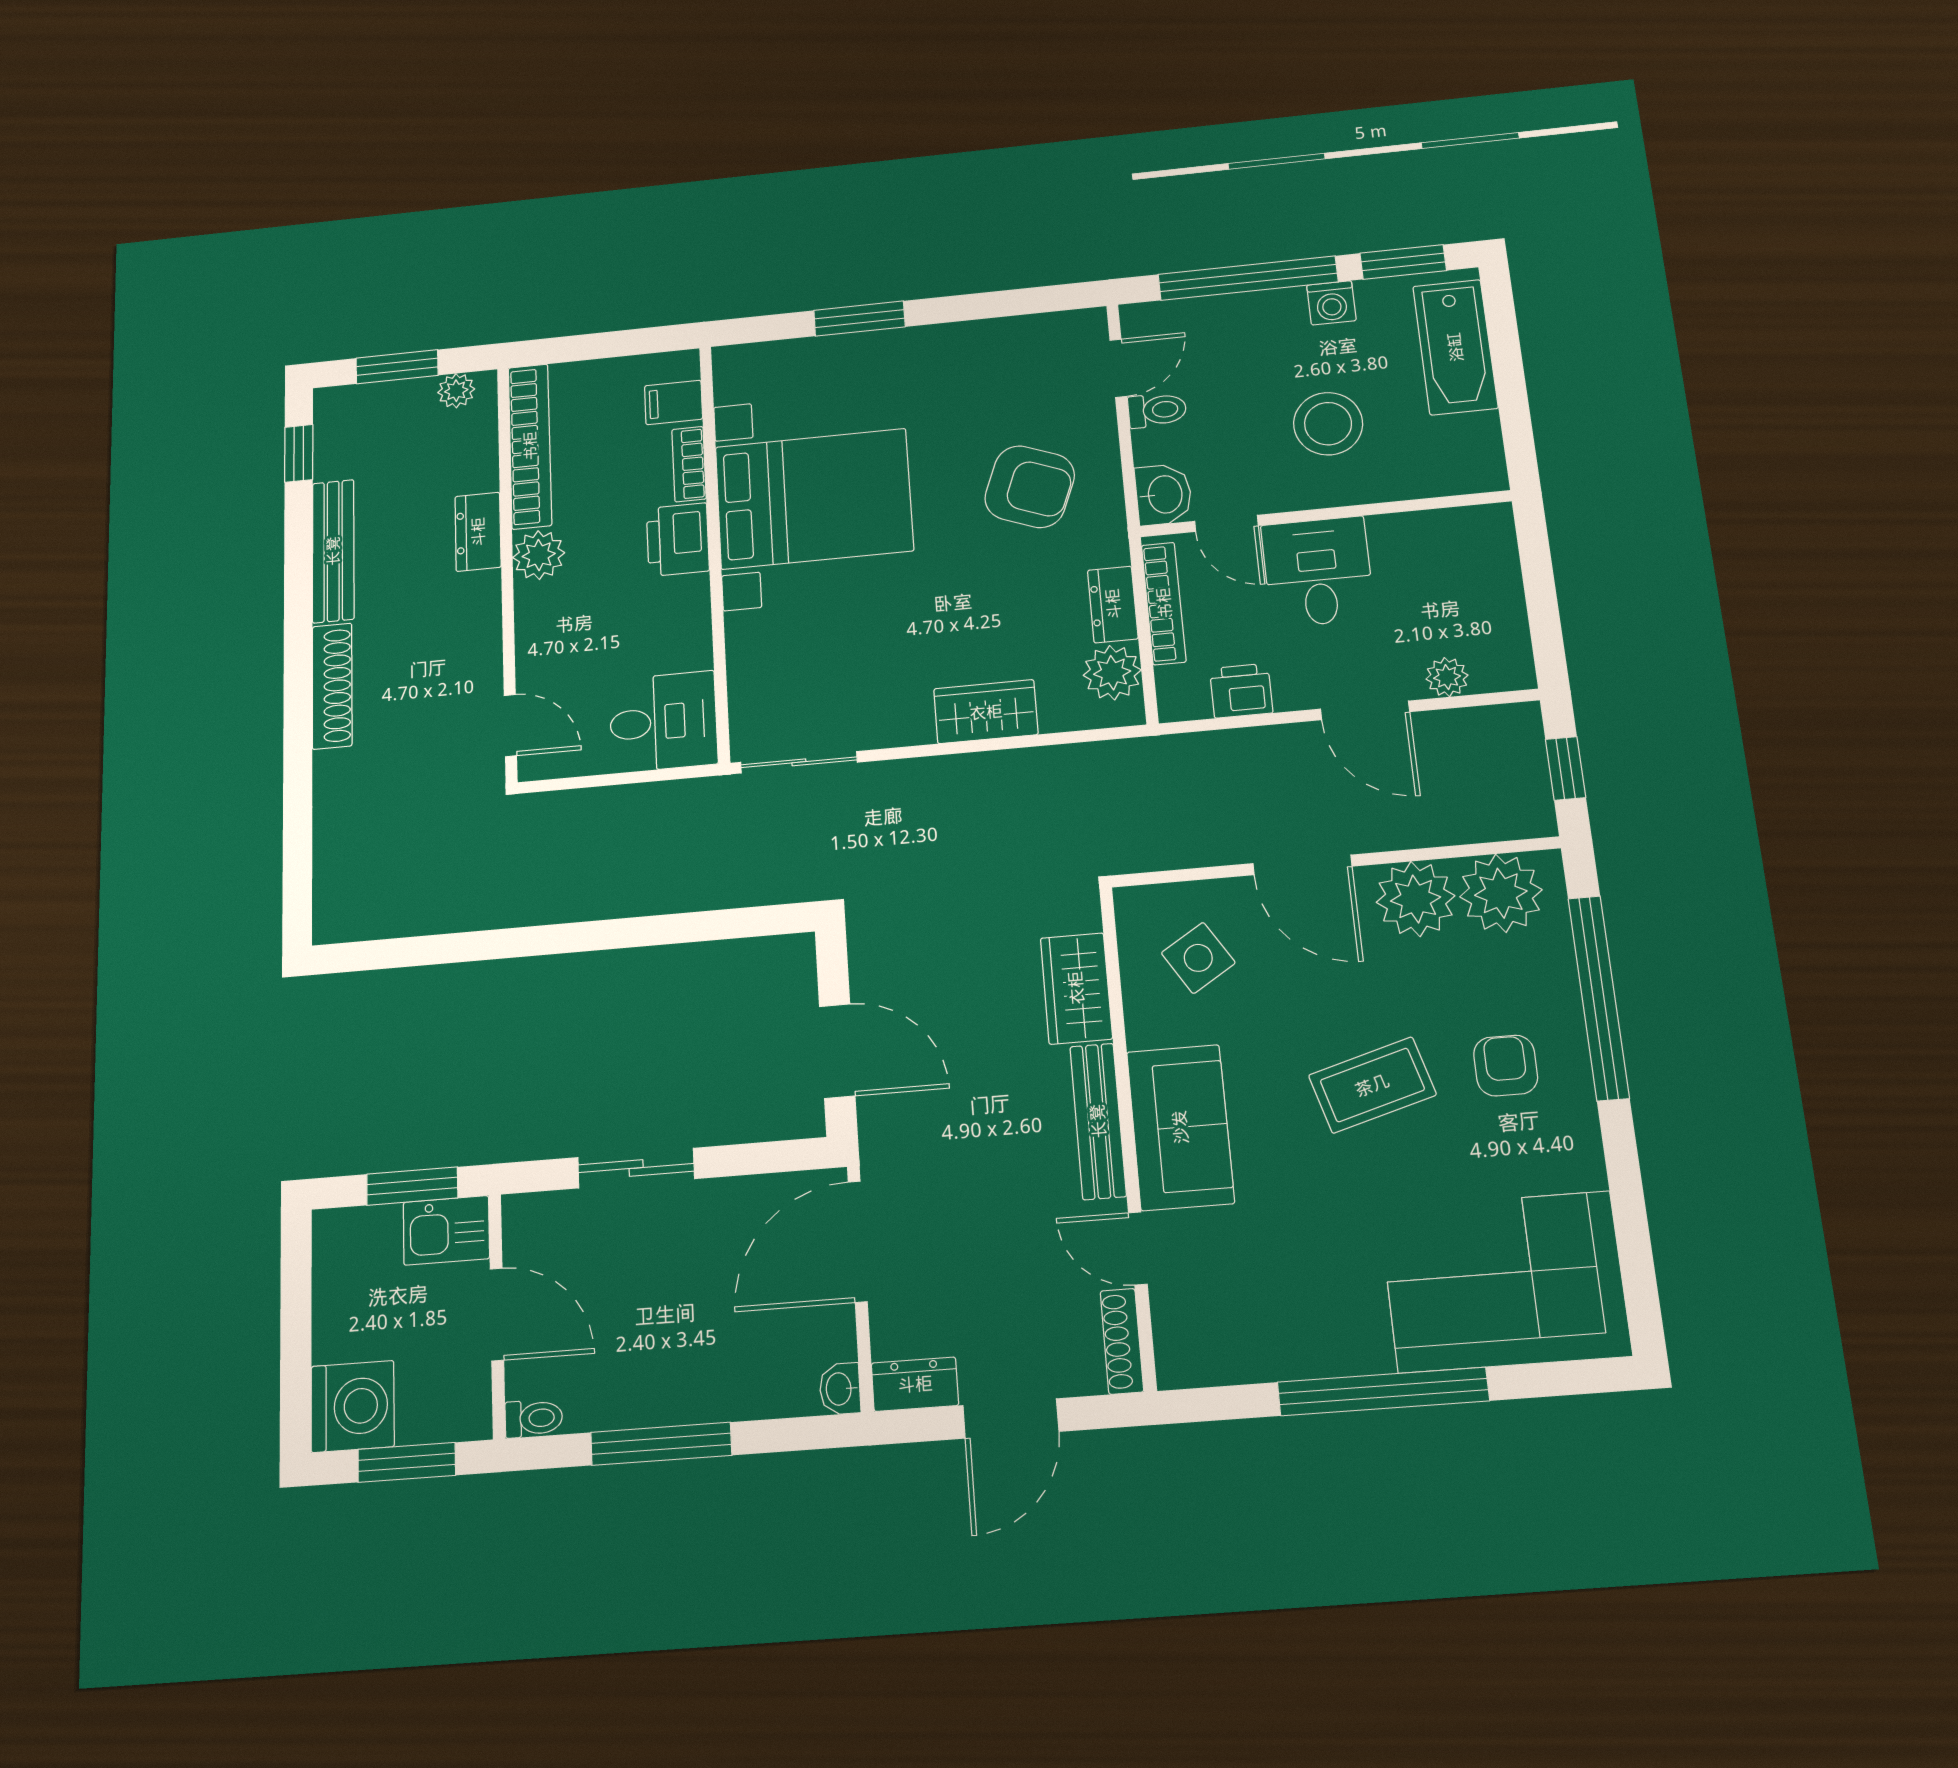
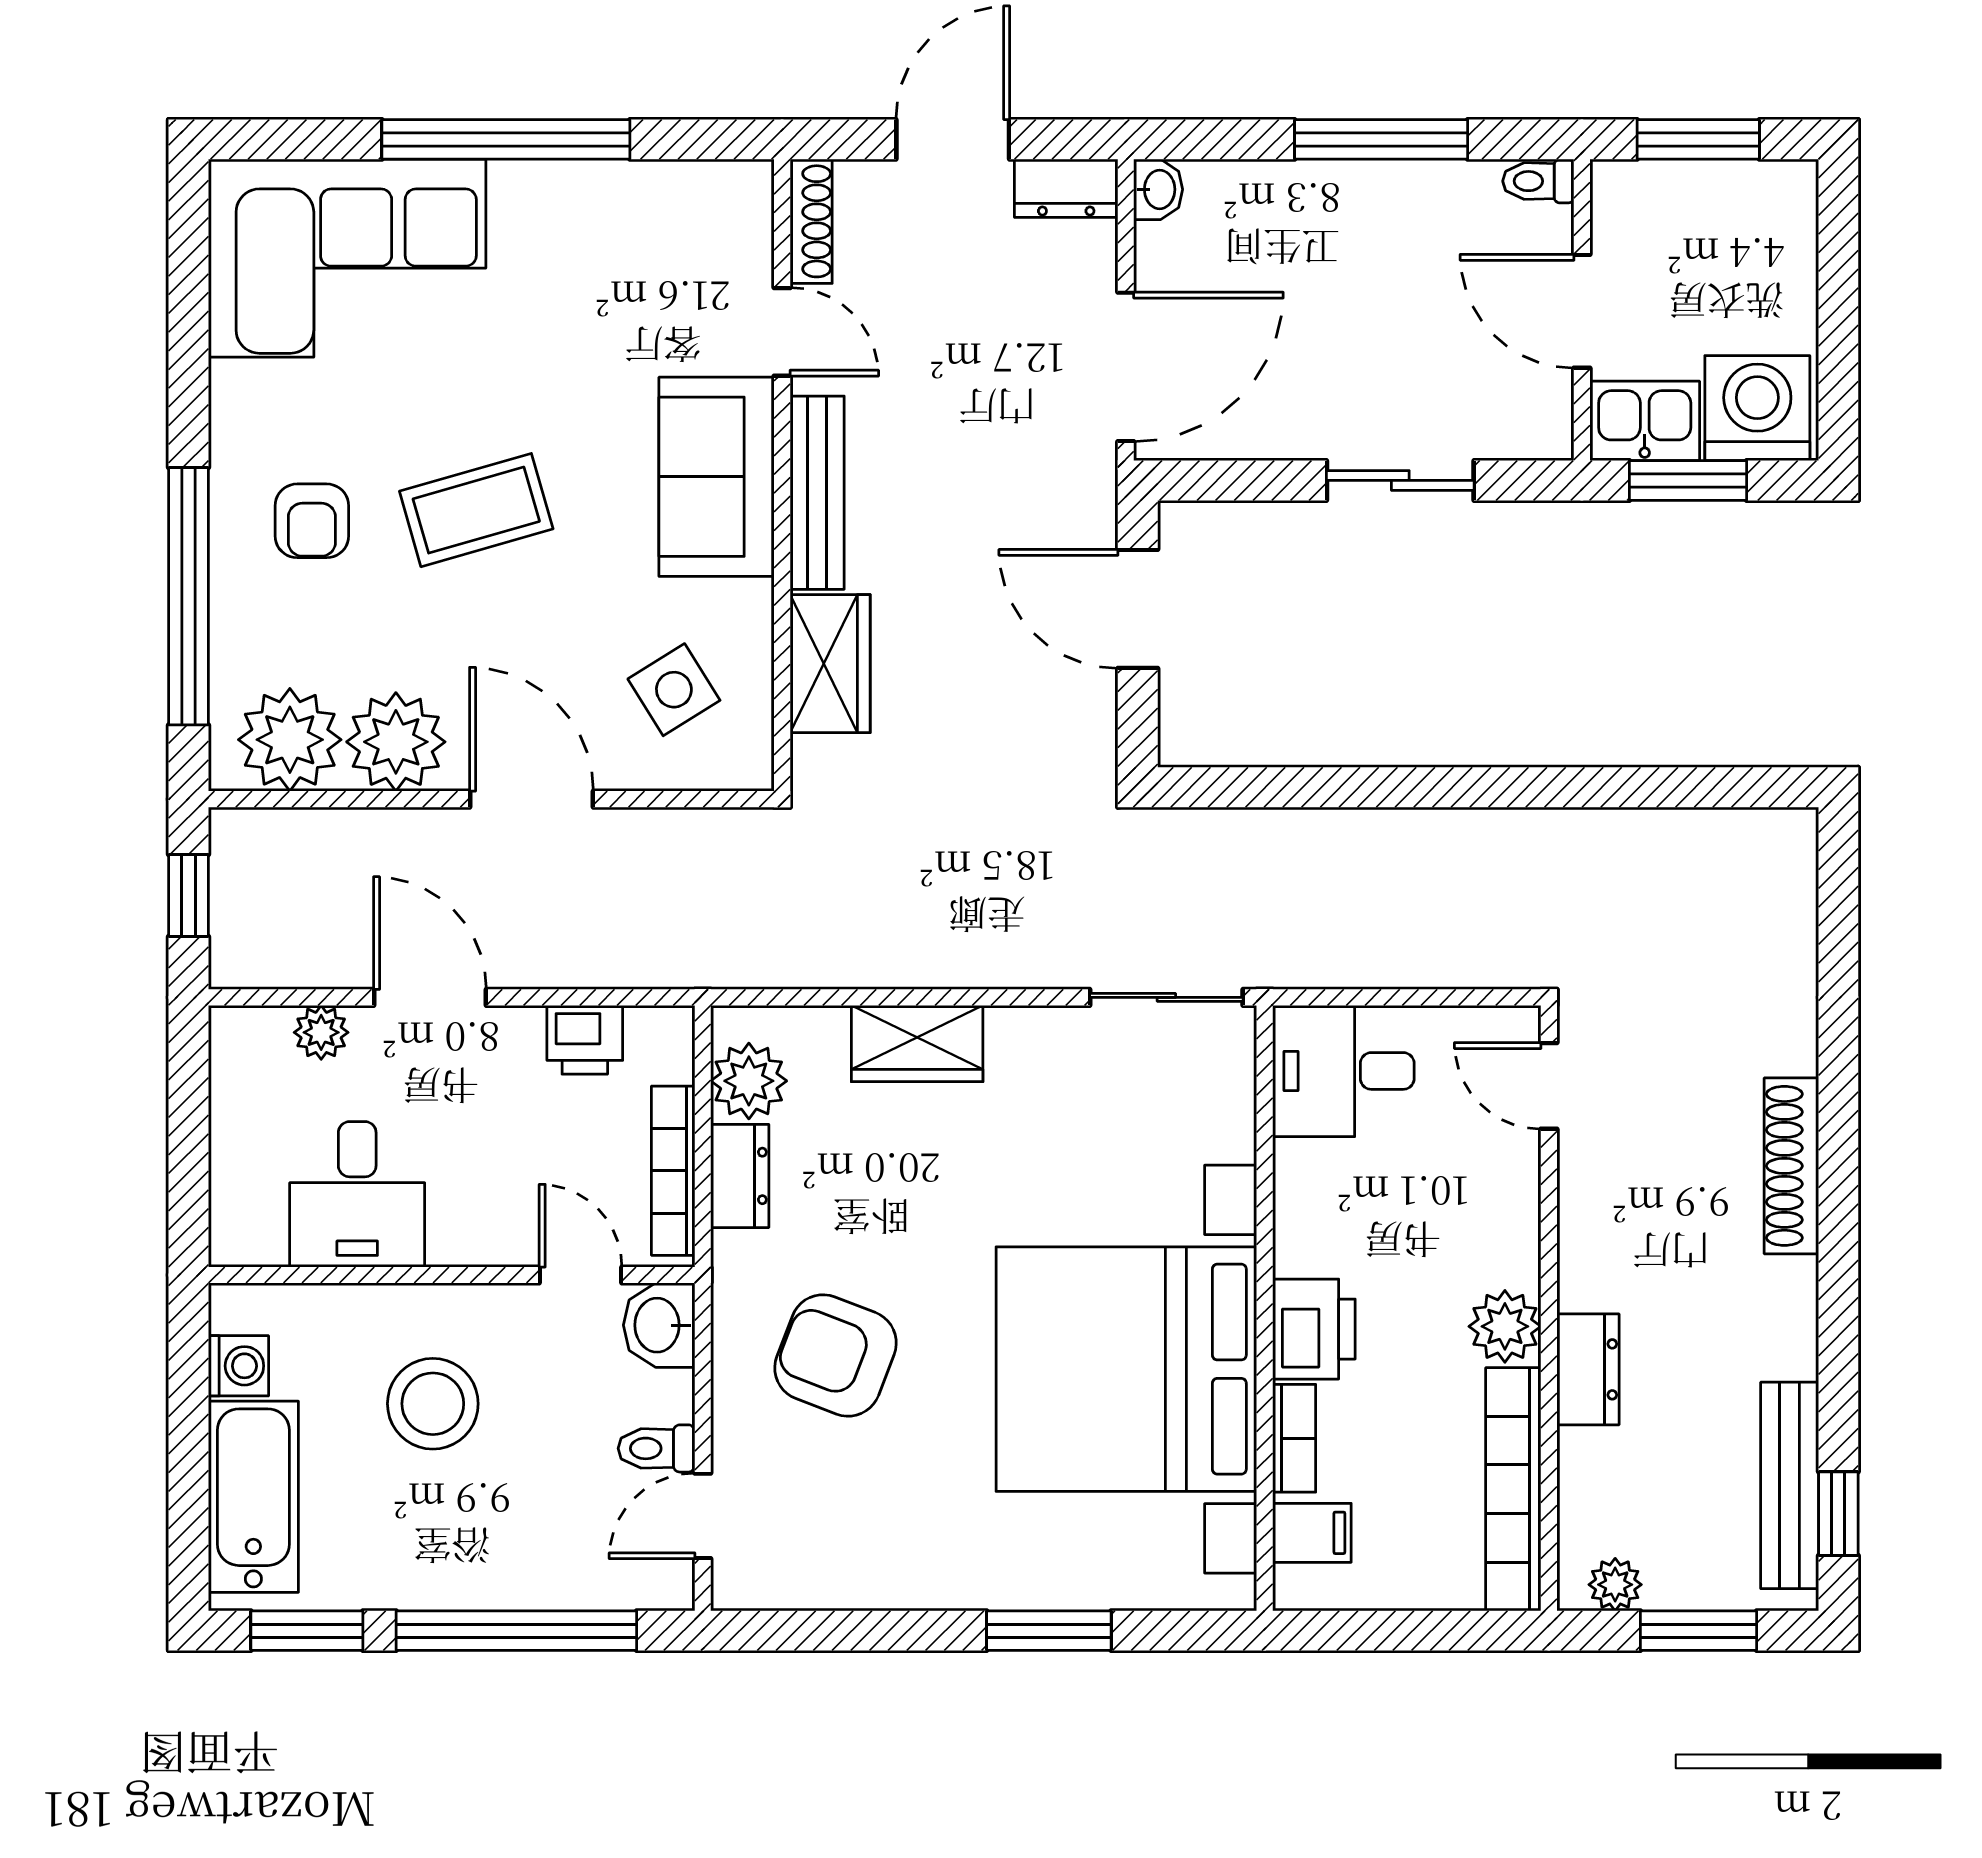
washing machine: (1331, 303) -> (238, 1366), moved, turned 90
bed with nightstands: (814, 499) -> (1126, 1369), width x1.36
bench: (333, 551) -> (1790, 1485), moved
desk: (1318, 572) -> (357, 1194), moved
washing machine: (353, 1406) -> (1757, 408), moved, turned 90

